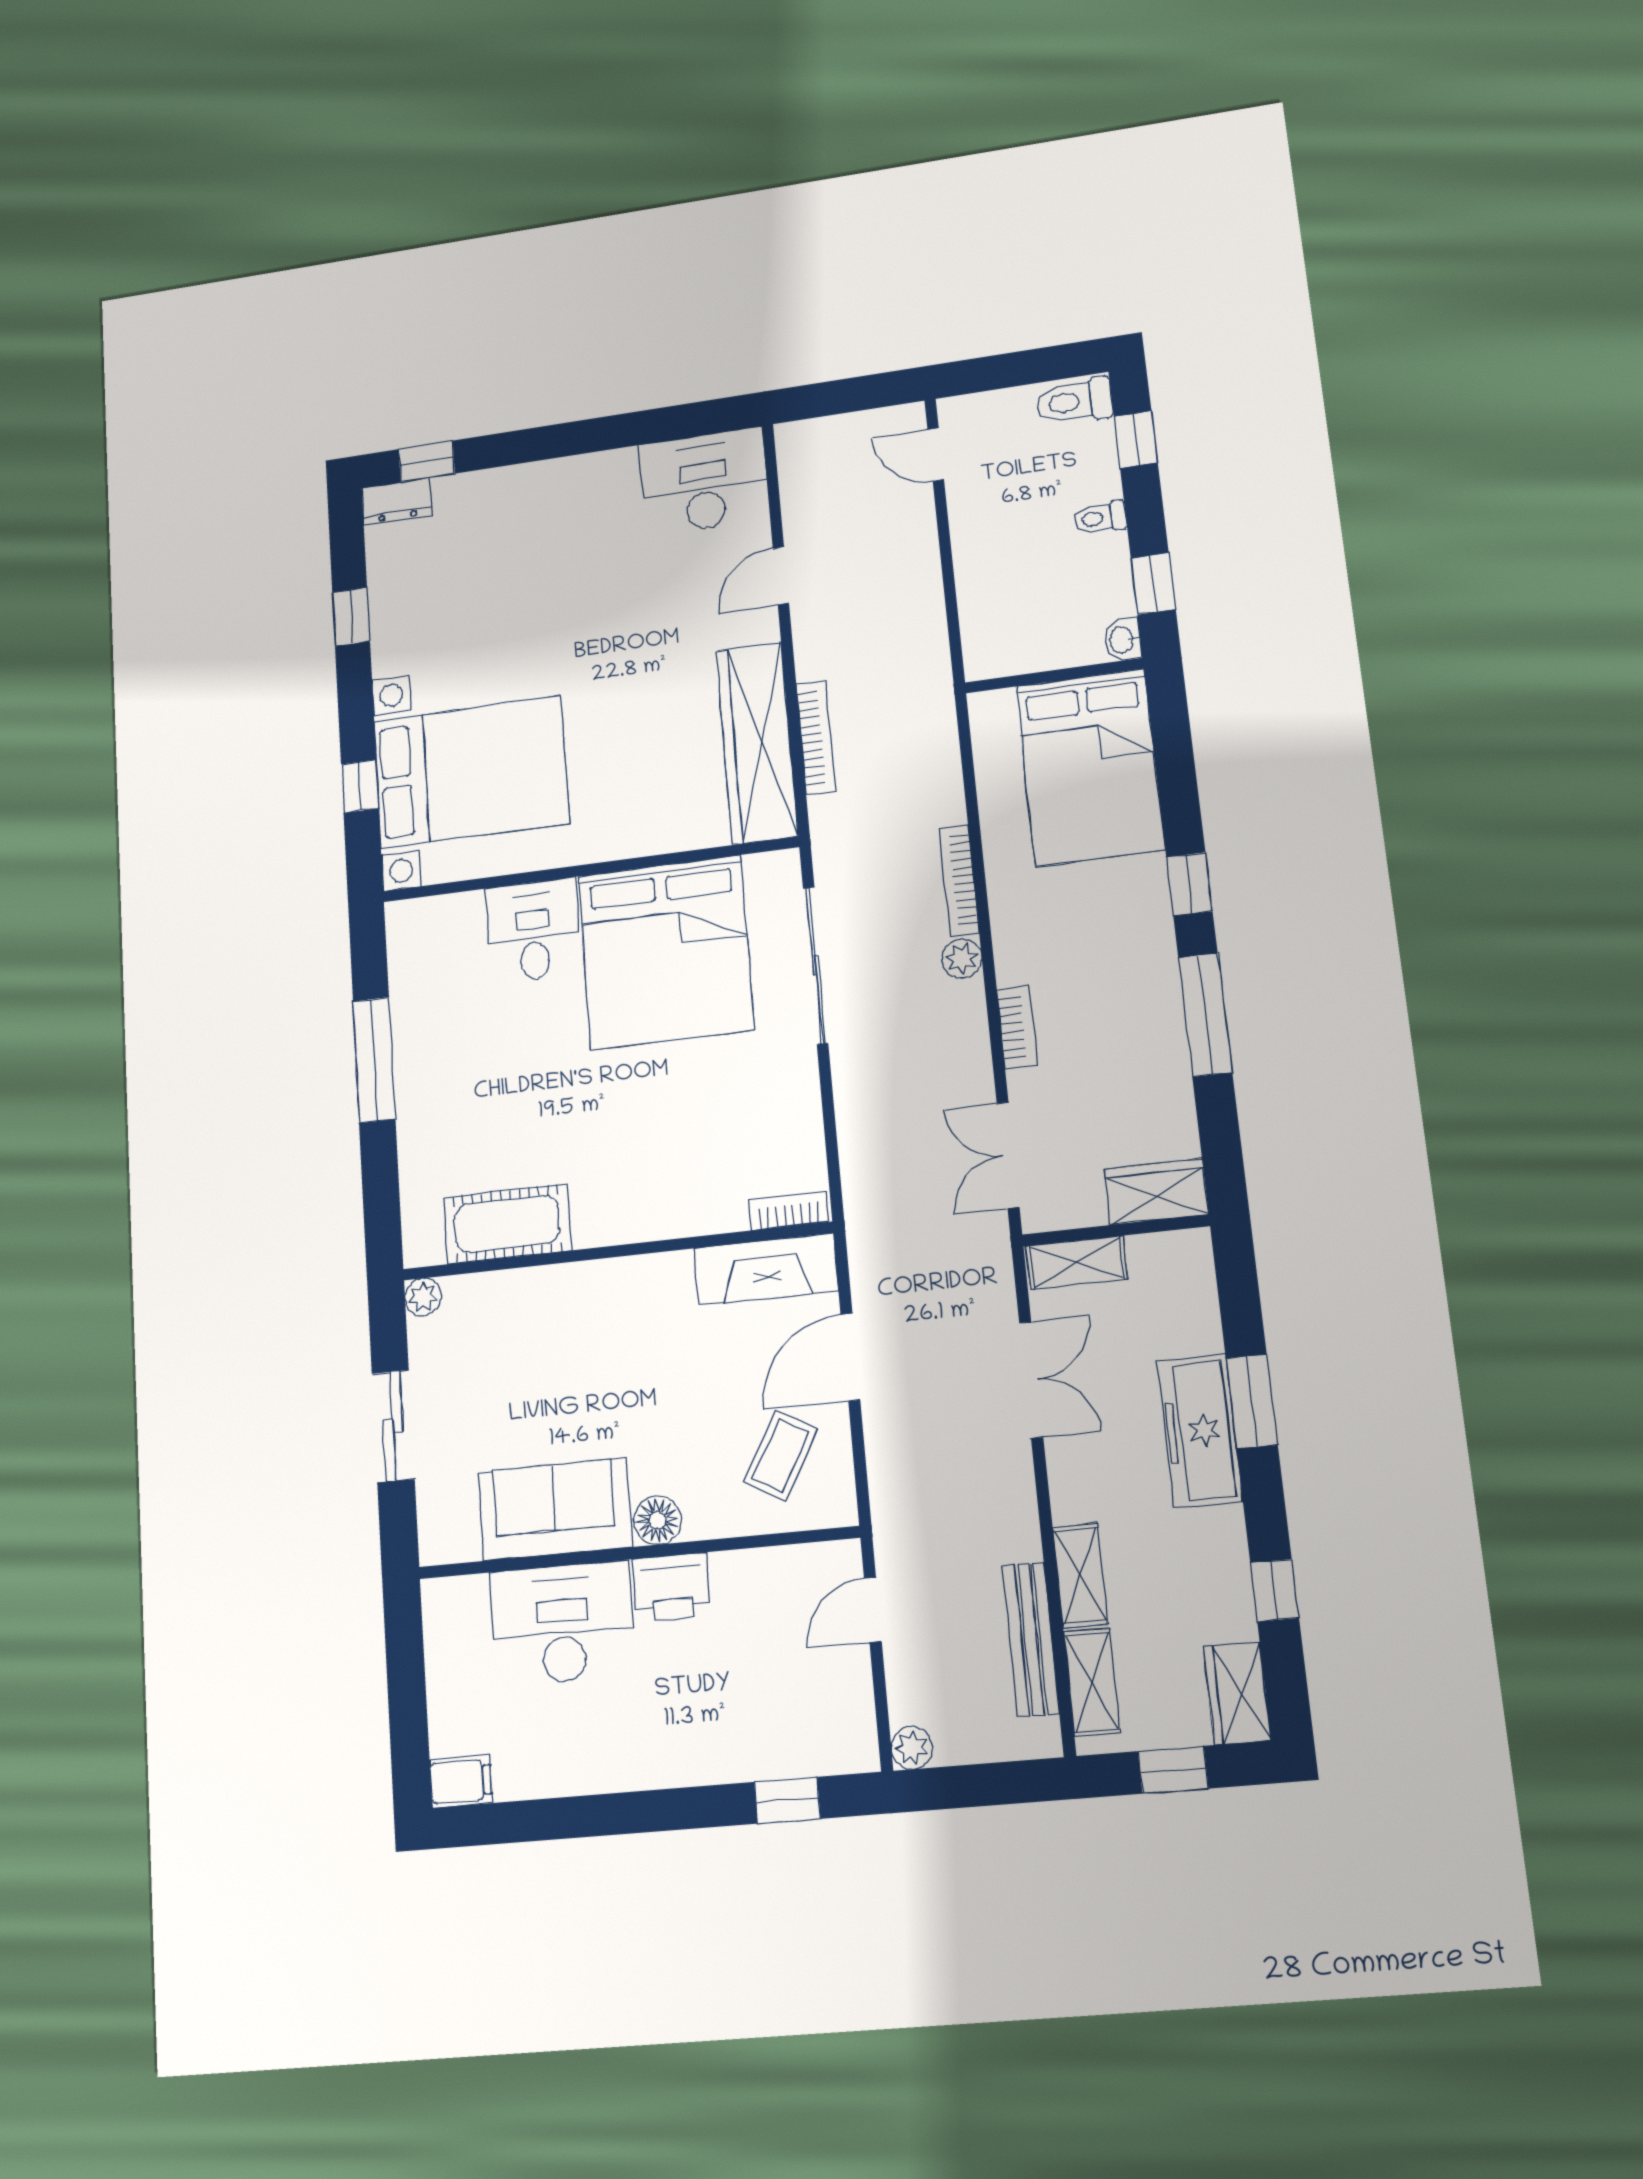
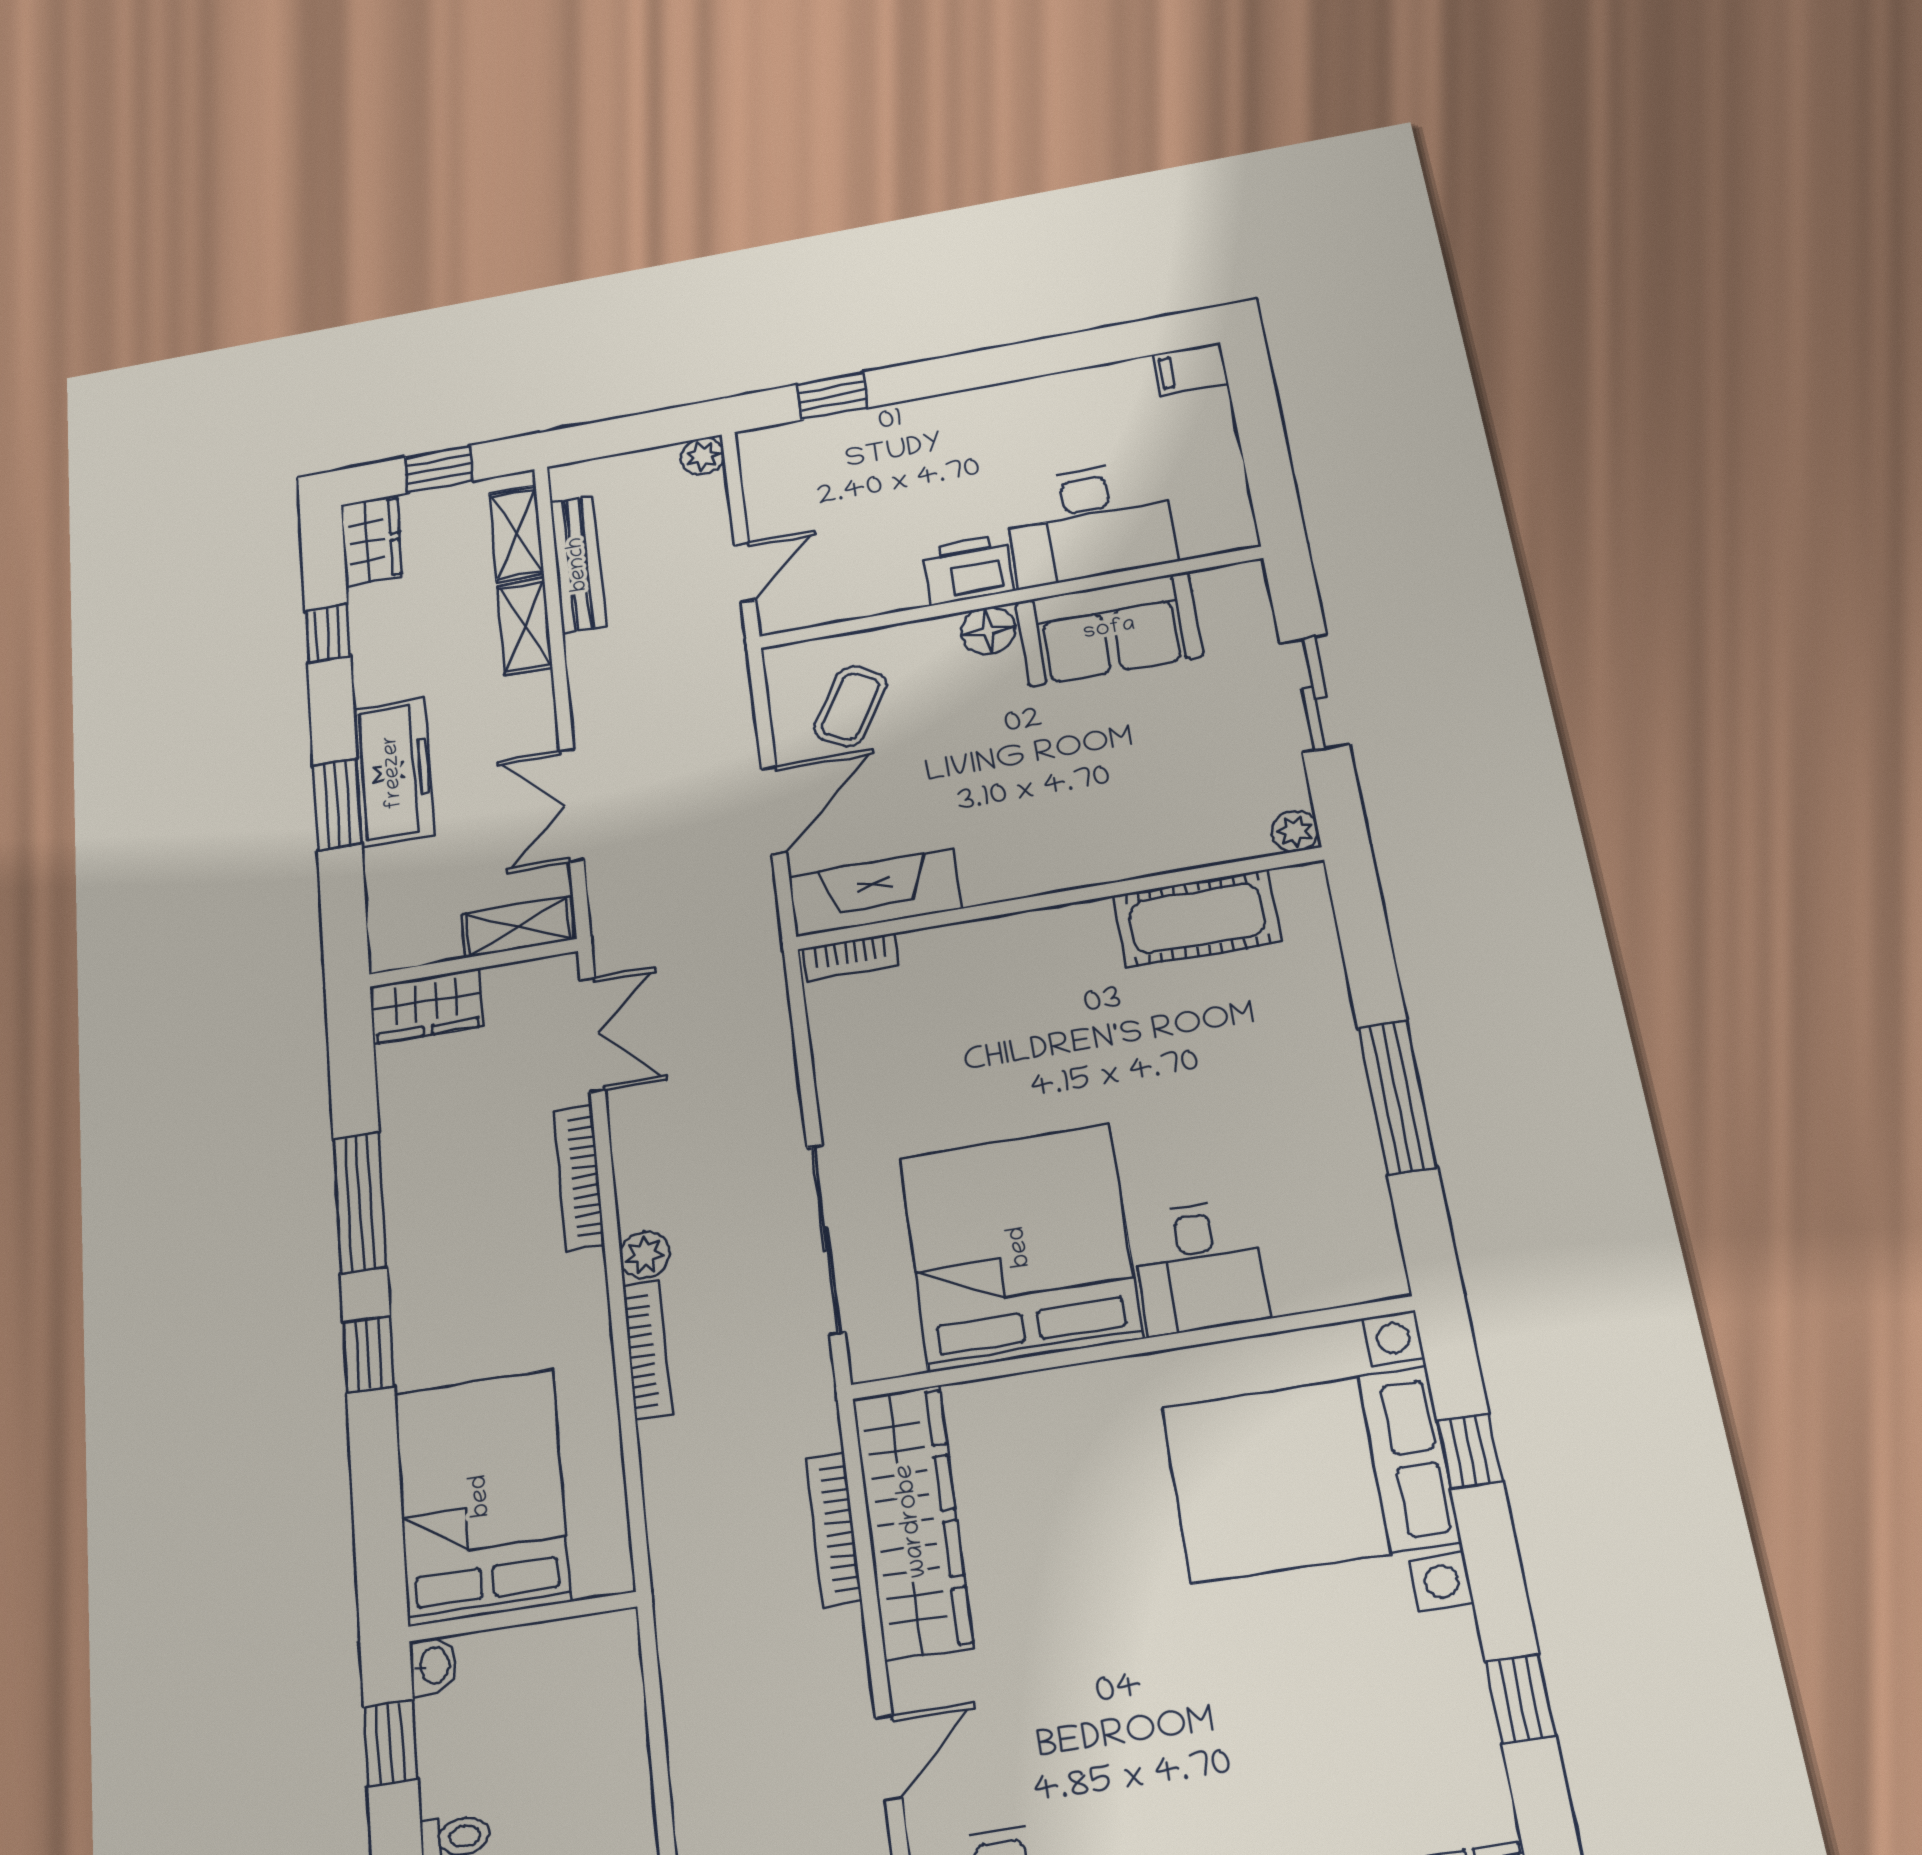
bookcase: (1017, 1027) -> (579, 1178), width x1.56

